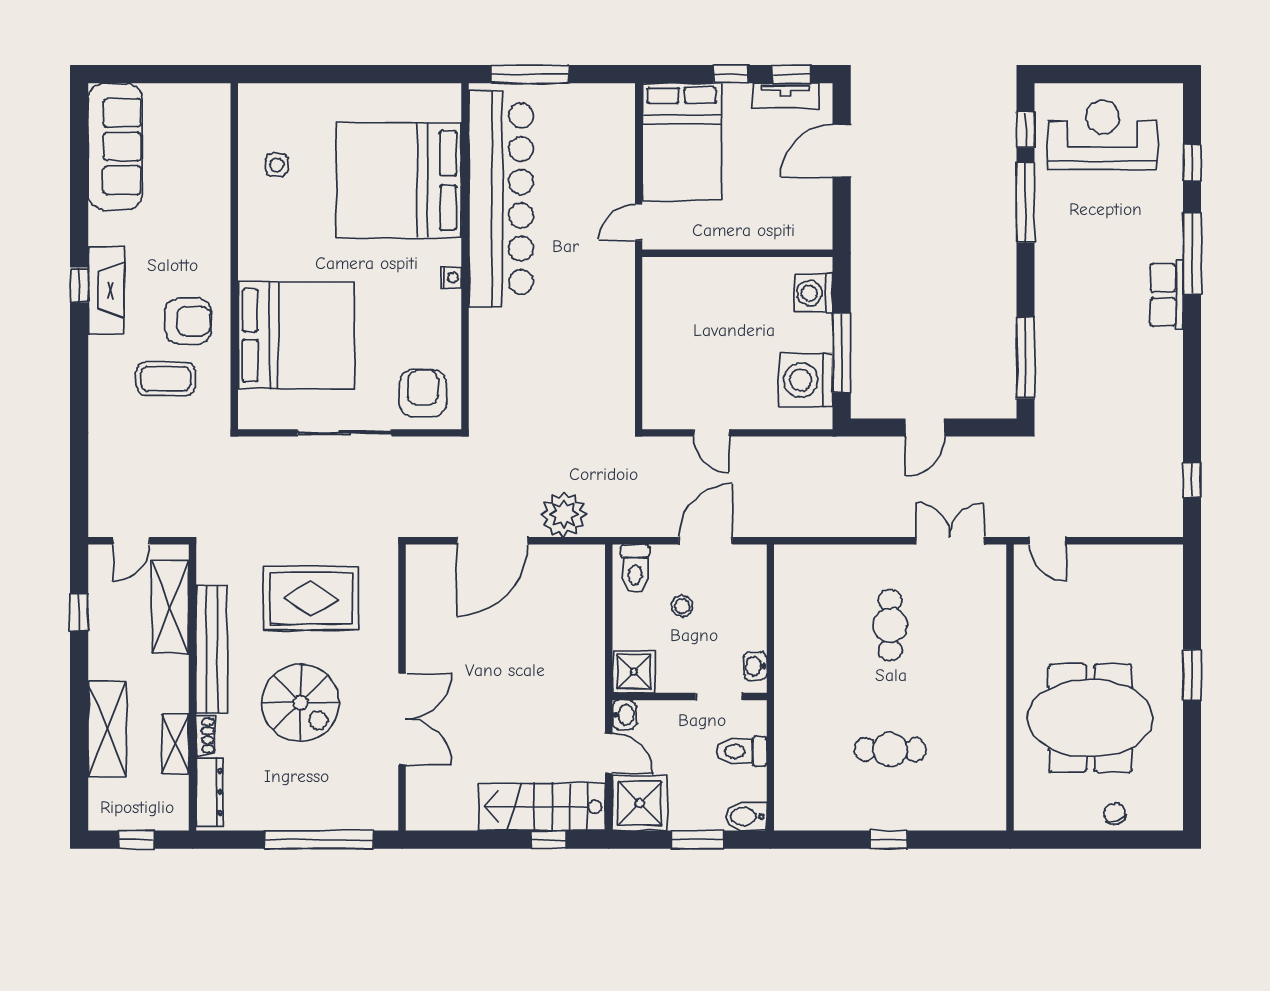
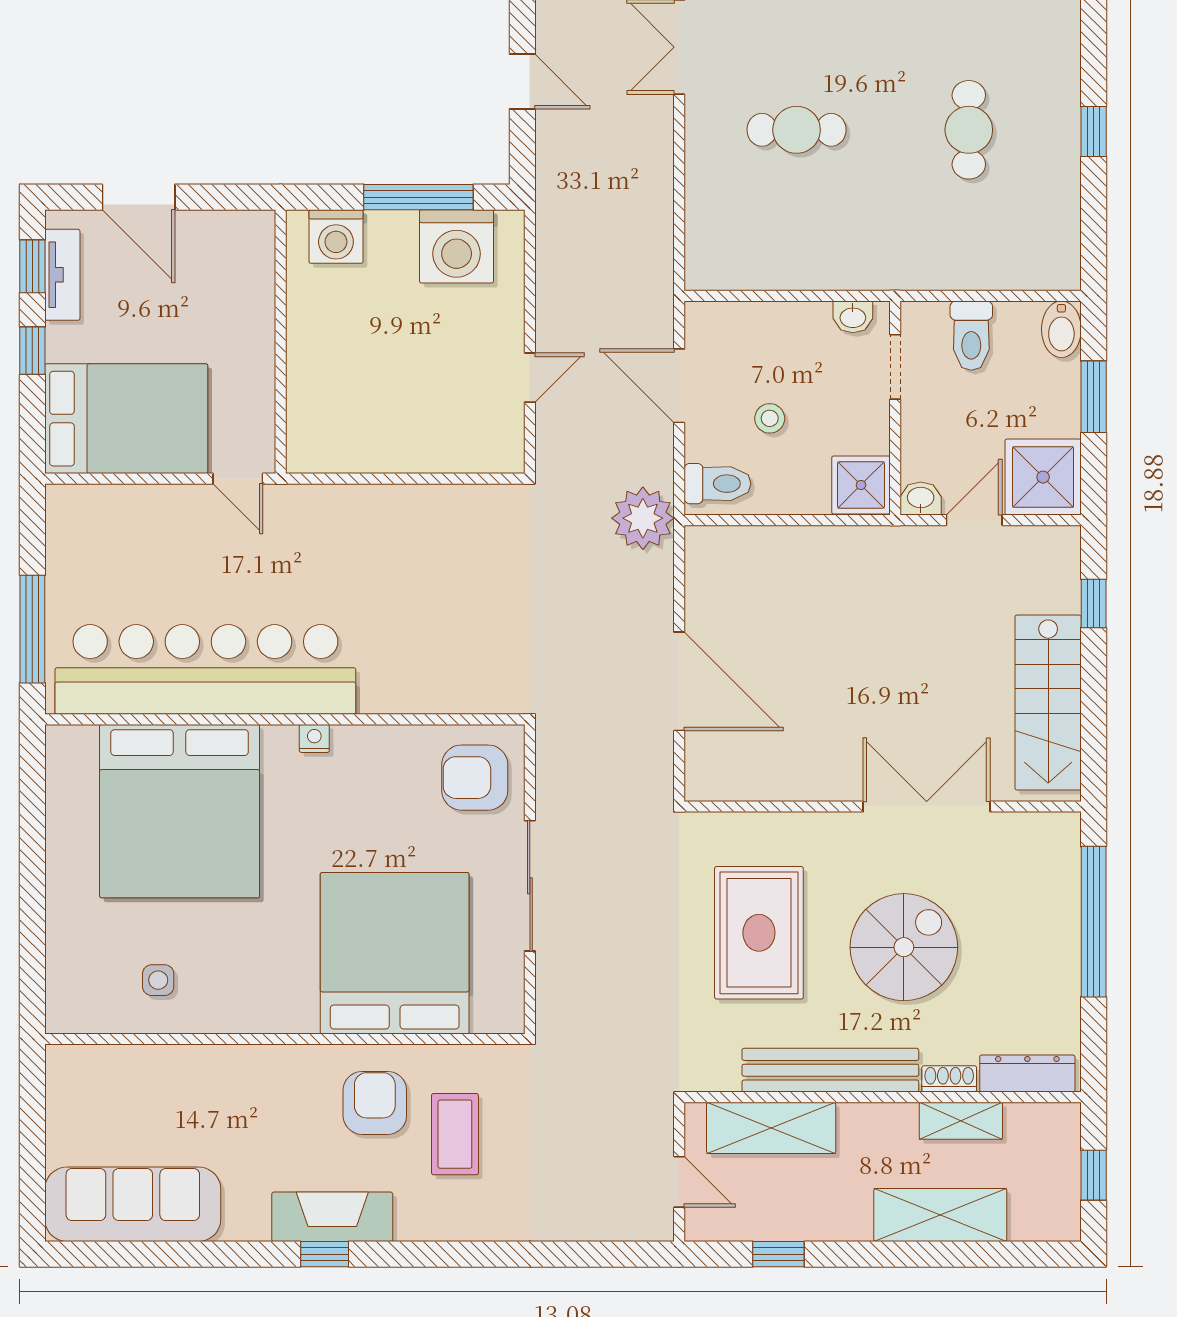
plant: (564, 514) -> (643, 518), moved
stairs: (542, 807) -> (1048, 703), moved

